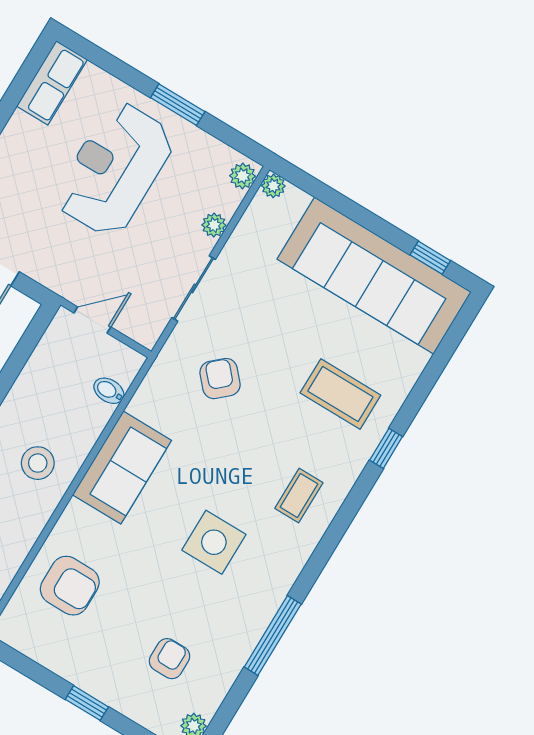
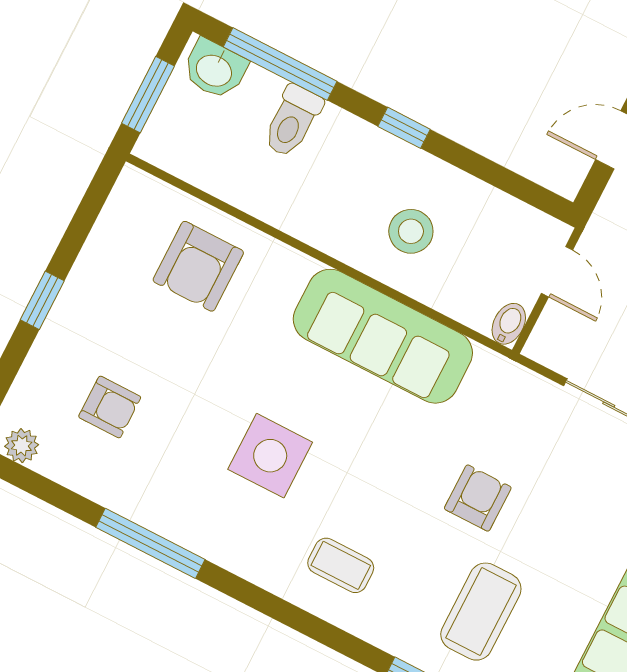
armchair: (220, 379) -> (478, 498), moved, turned -48
bidet: (109, 391) -> (509, 324), moved
stool: (38, 463) -> (411, 231), moved
sofa: (122, 468) -> (383, 336), width x1.36

